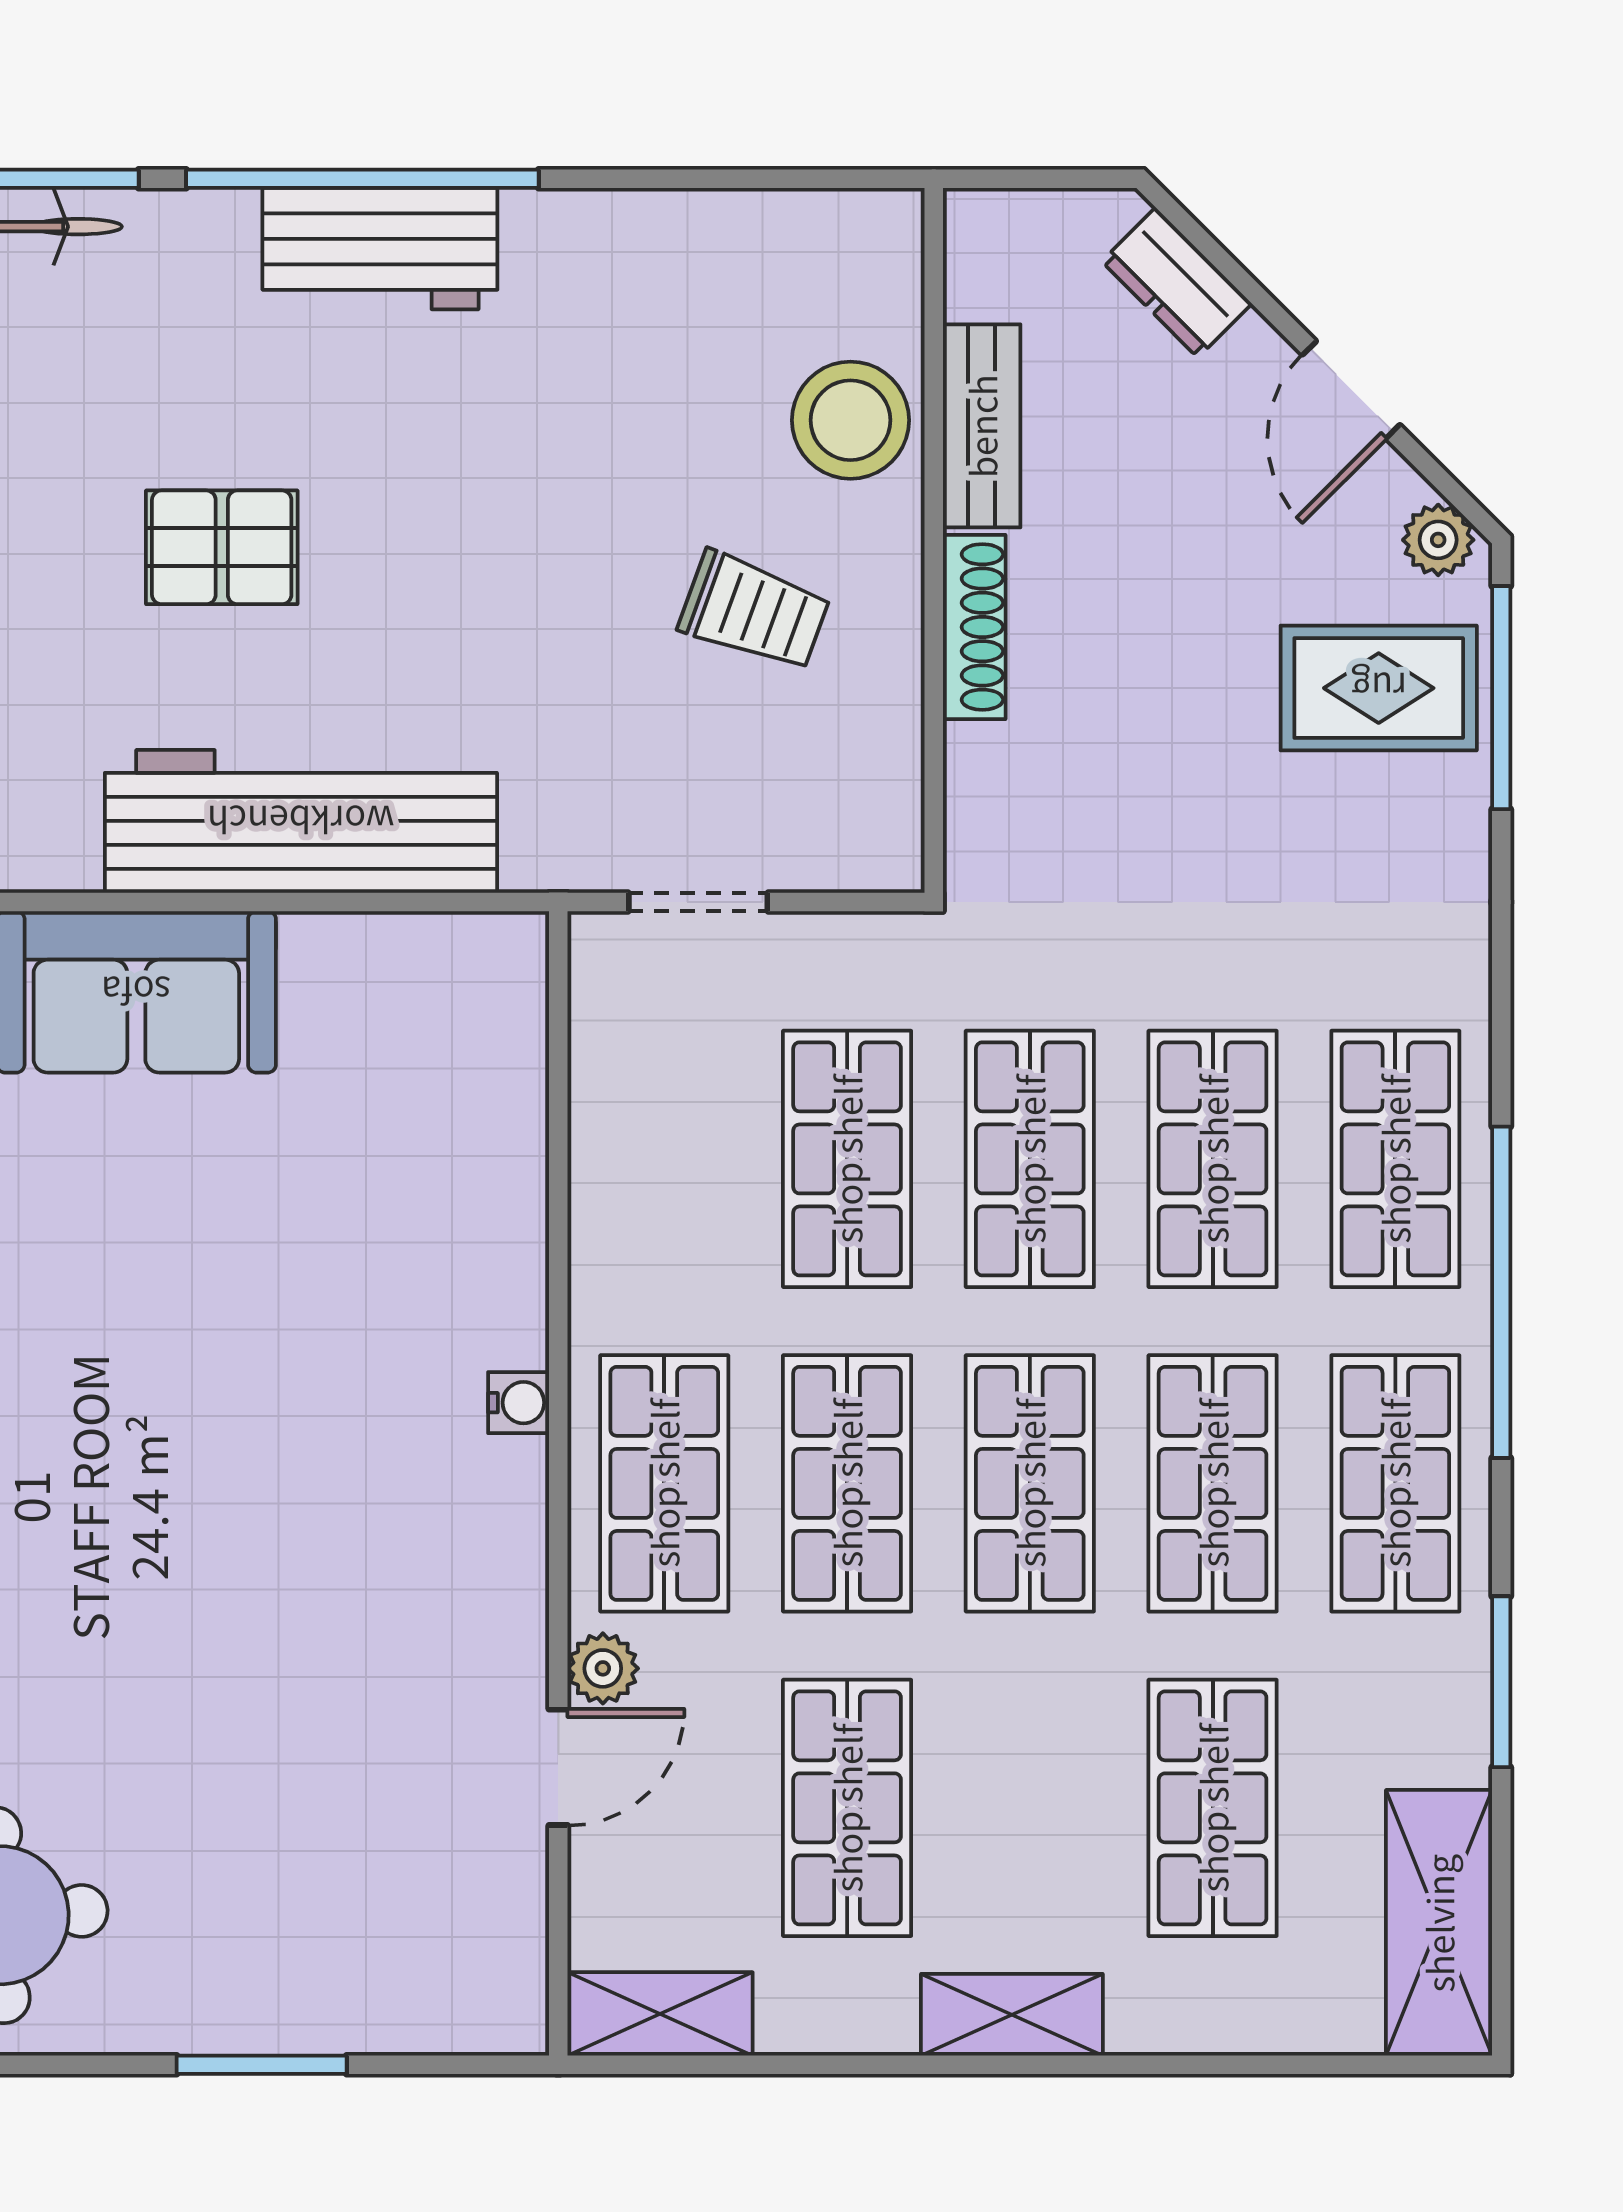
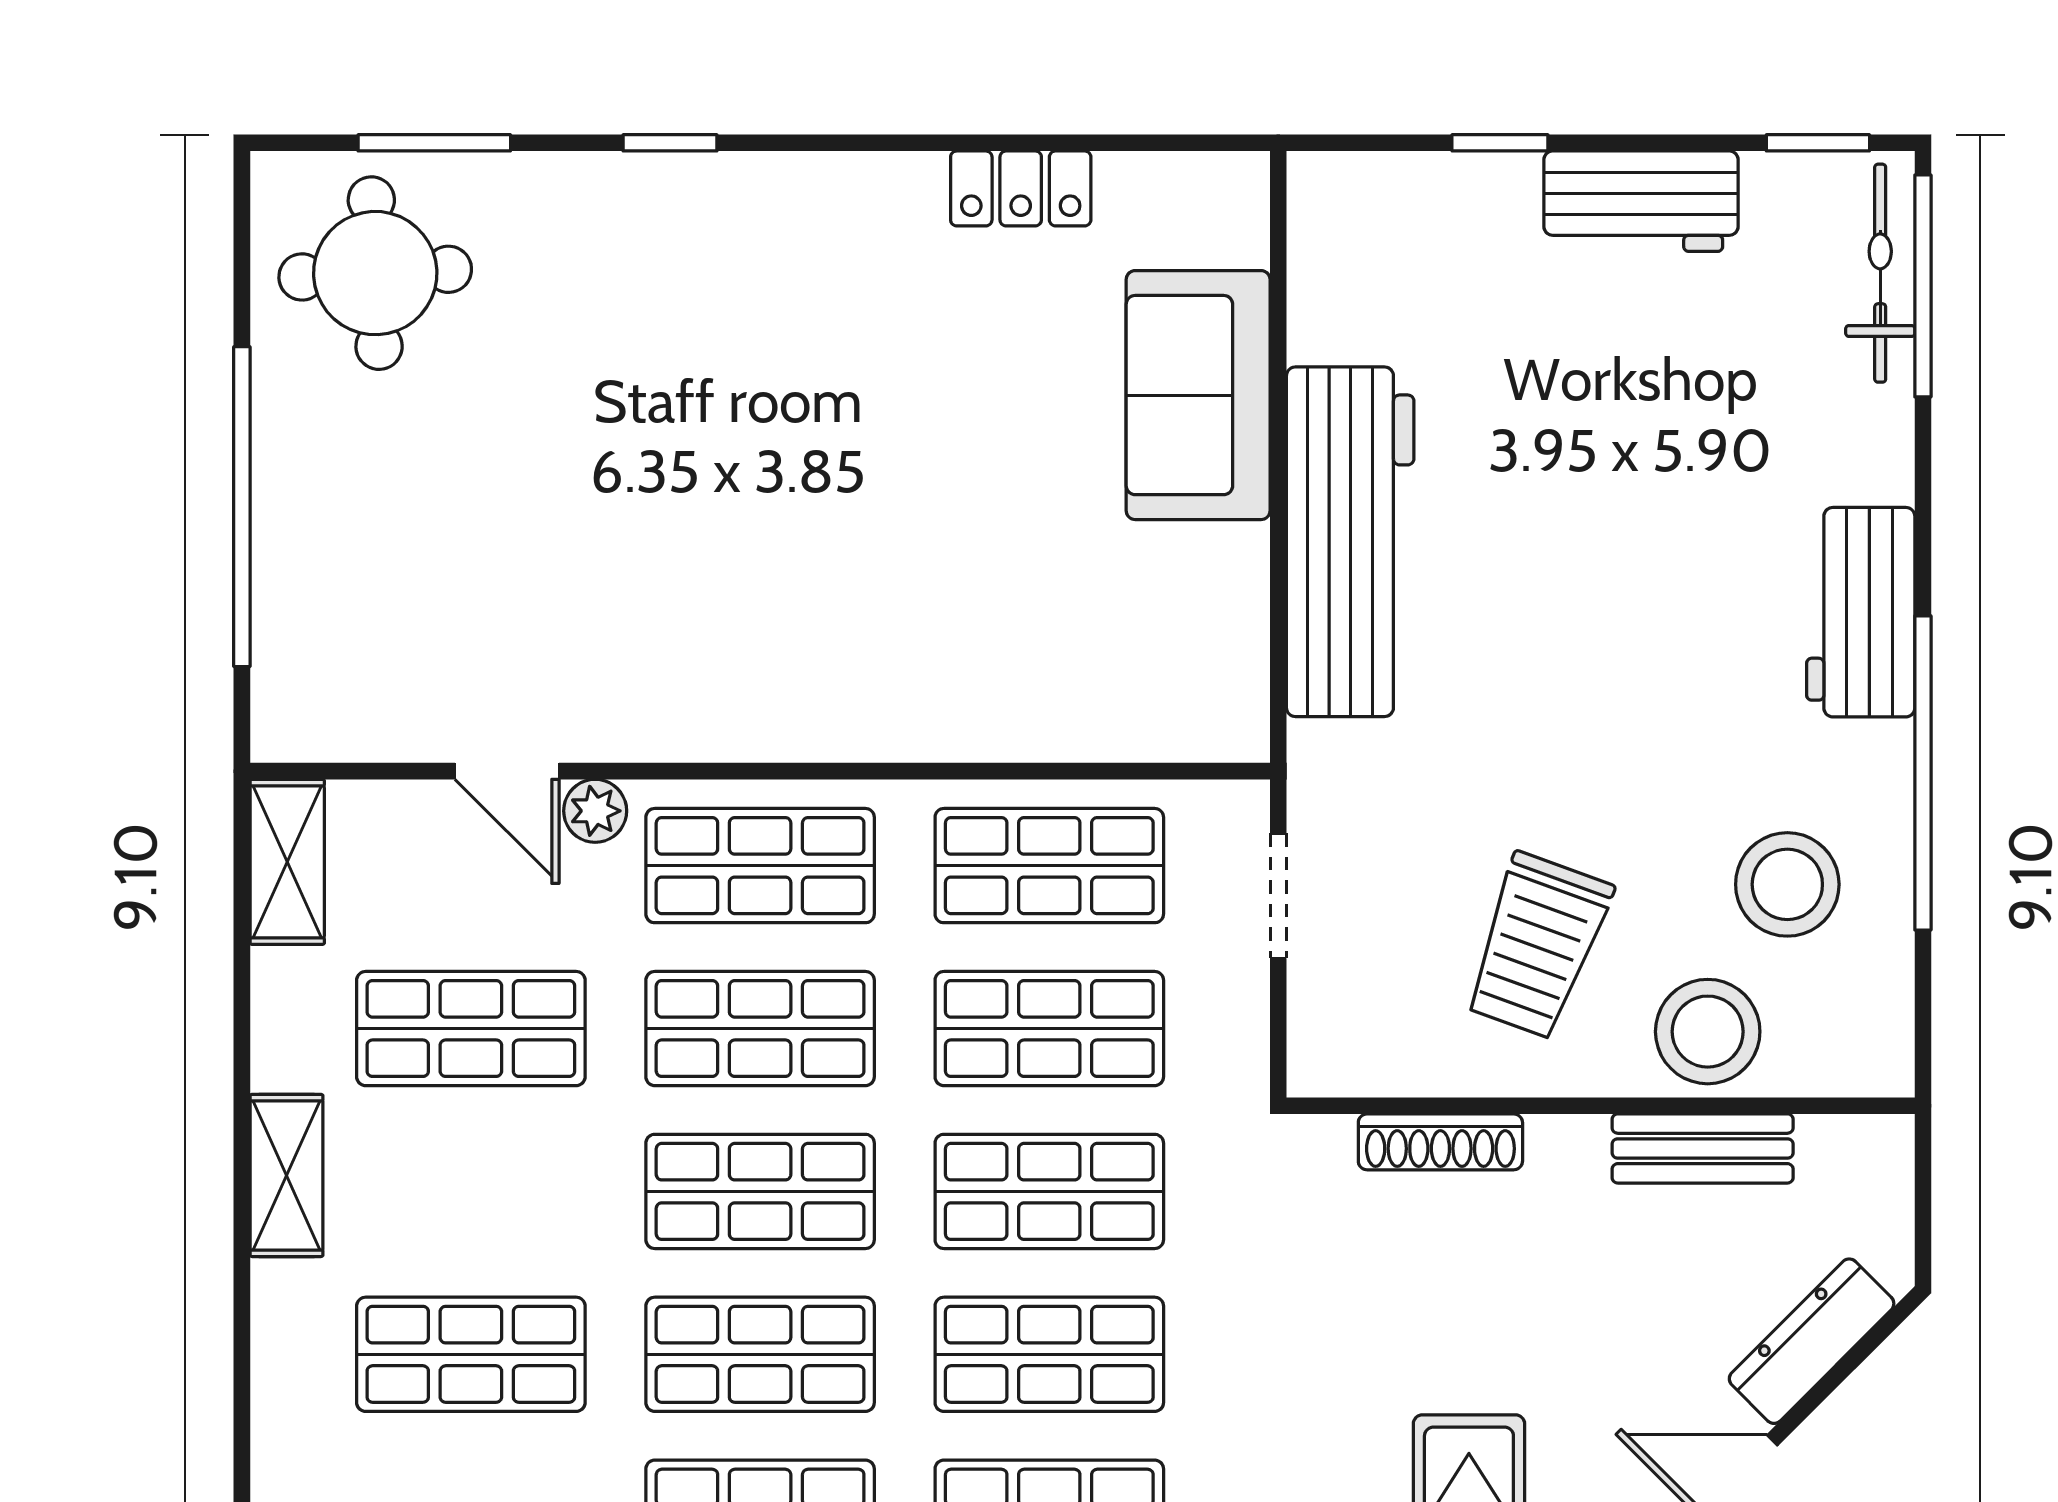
window: (362, 179) -> (1923, 773), moved
dresser: (1177, 282) -> (1812, 1341), width x1.44
stool: (685, 331) -> (1787, 884), added
pallet: (222, 547) -> (1594, 471), removed
trolley: (754, 611) -> (1537, 946), width x1.36, depth x1.39
shoe rack: (974, 627) -> (1440, 1142), moved
shop shelf: (664, 1159) -> (1049, 866), added
water cooler: (519, 1403) -> (832, 736), removed
window: (262, 2065) -> (242, 507), width x2.11

